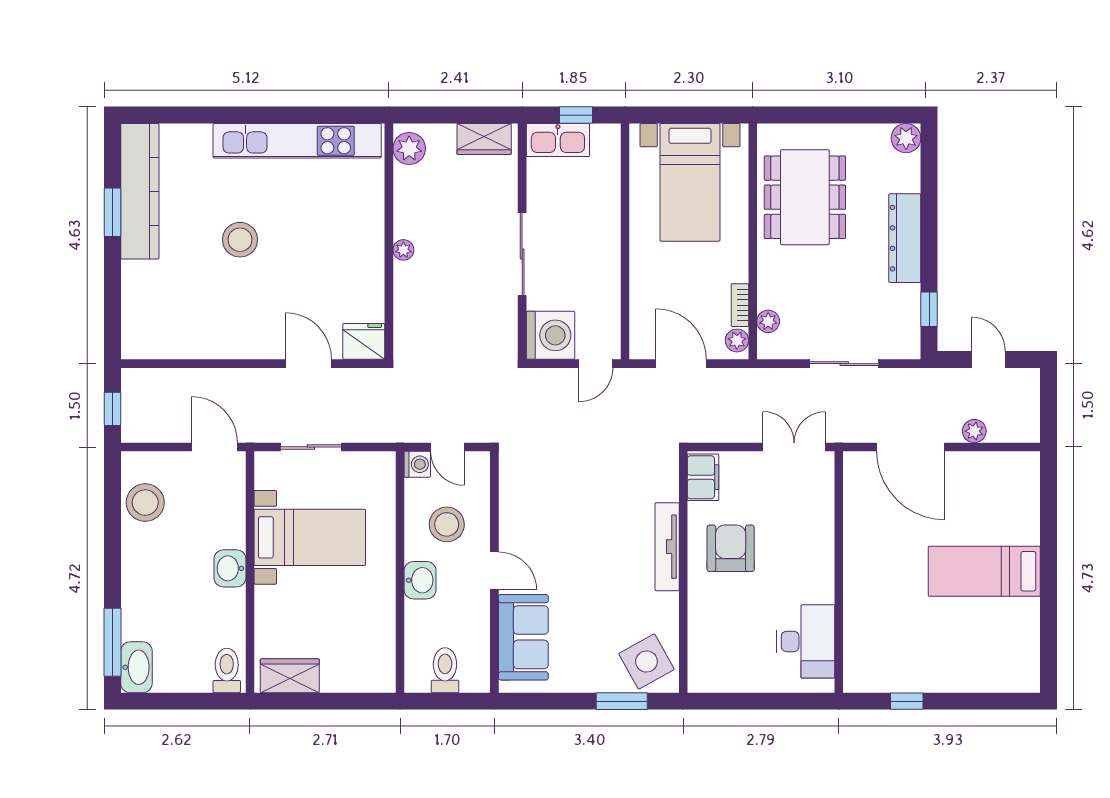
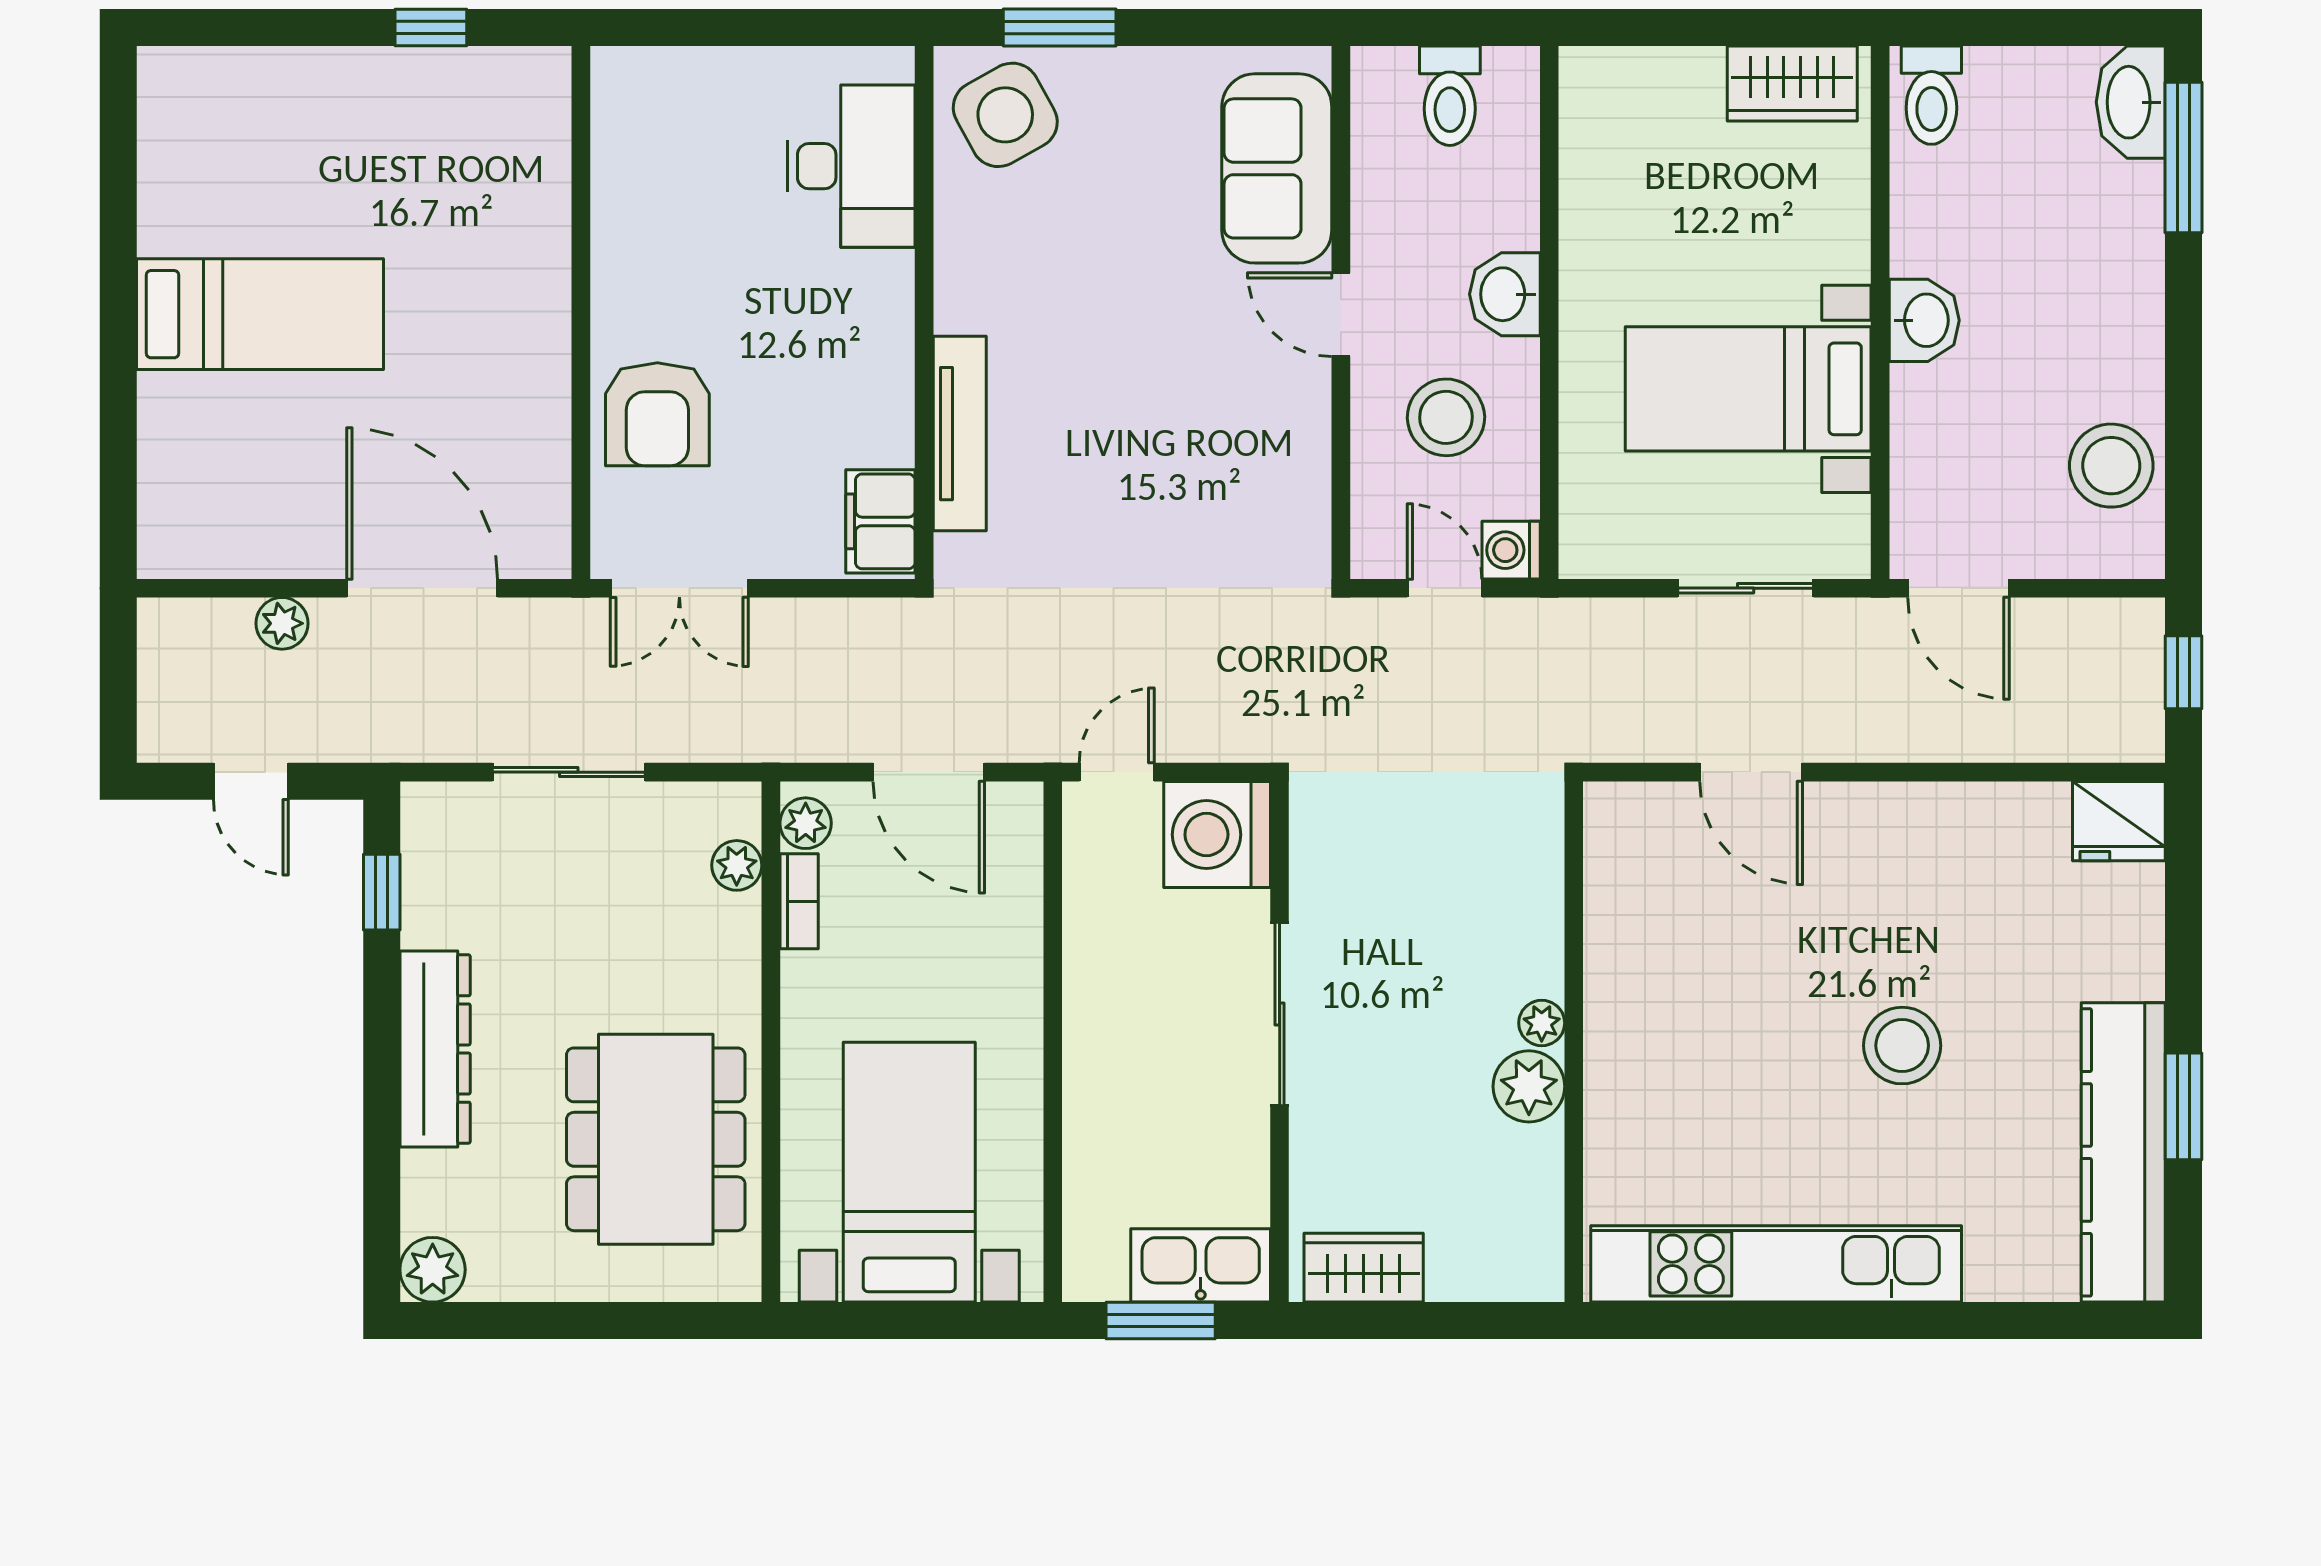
window: (576, 115) -> (1161, 1321), width x1.50
plant: (409, 148) -> (1529, 1086), moved
fridge: (364, 341) -> (2119, 821), moved
tv unit: (667, 547) -> (960, 434), moved
armchair: (731, 548) -> (657, 414), moved
desk: (806, 641) -> (851, 166), moved, turned 180

